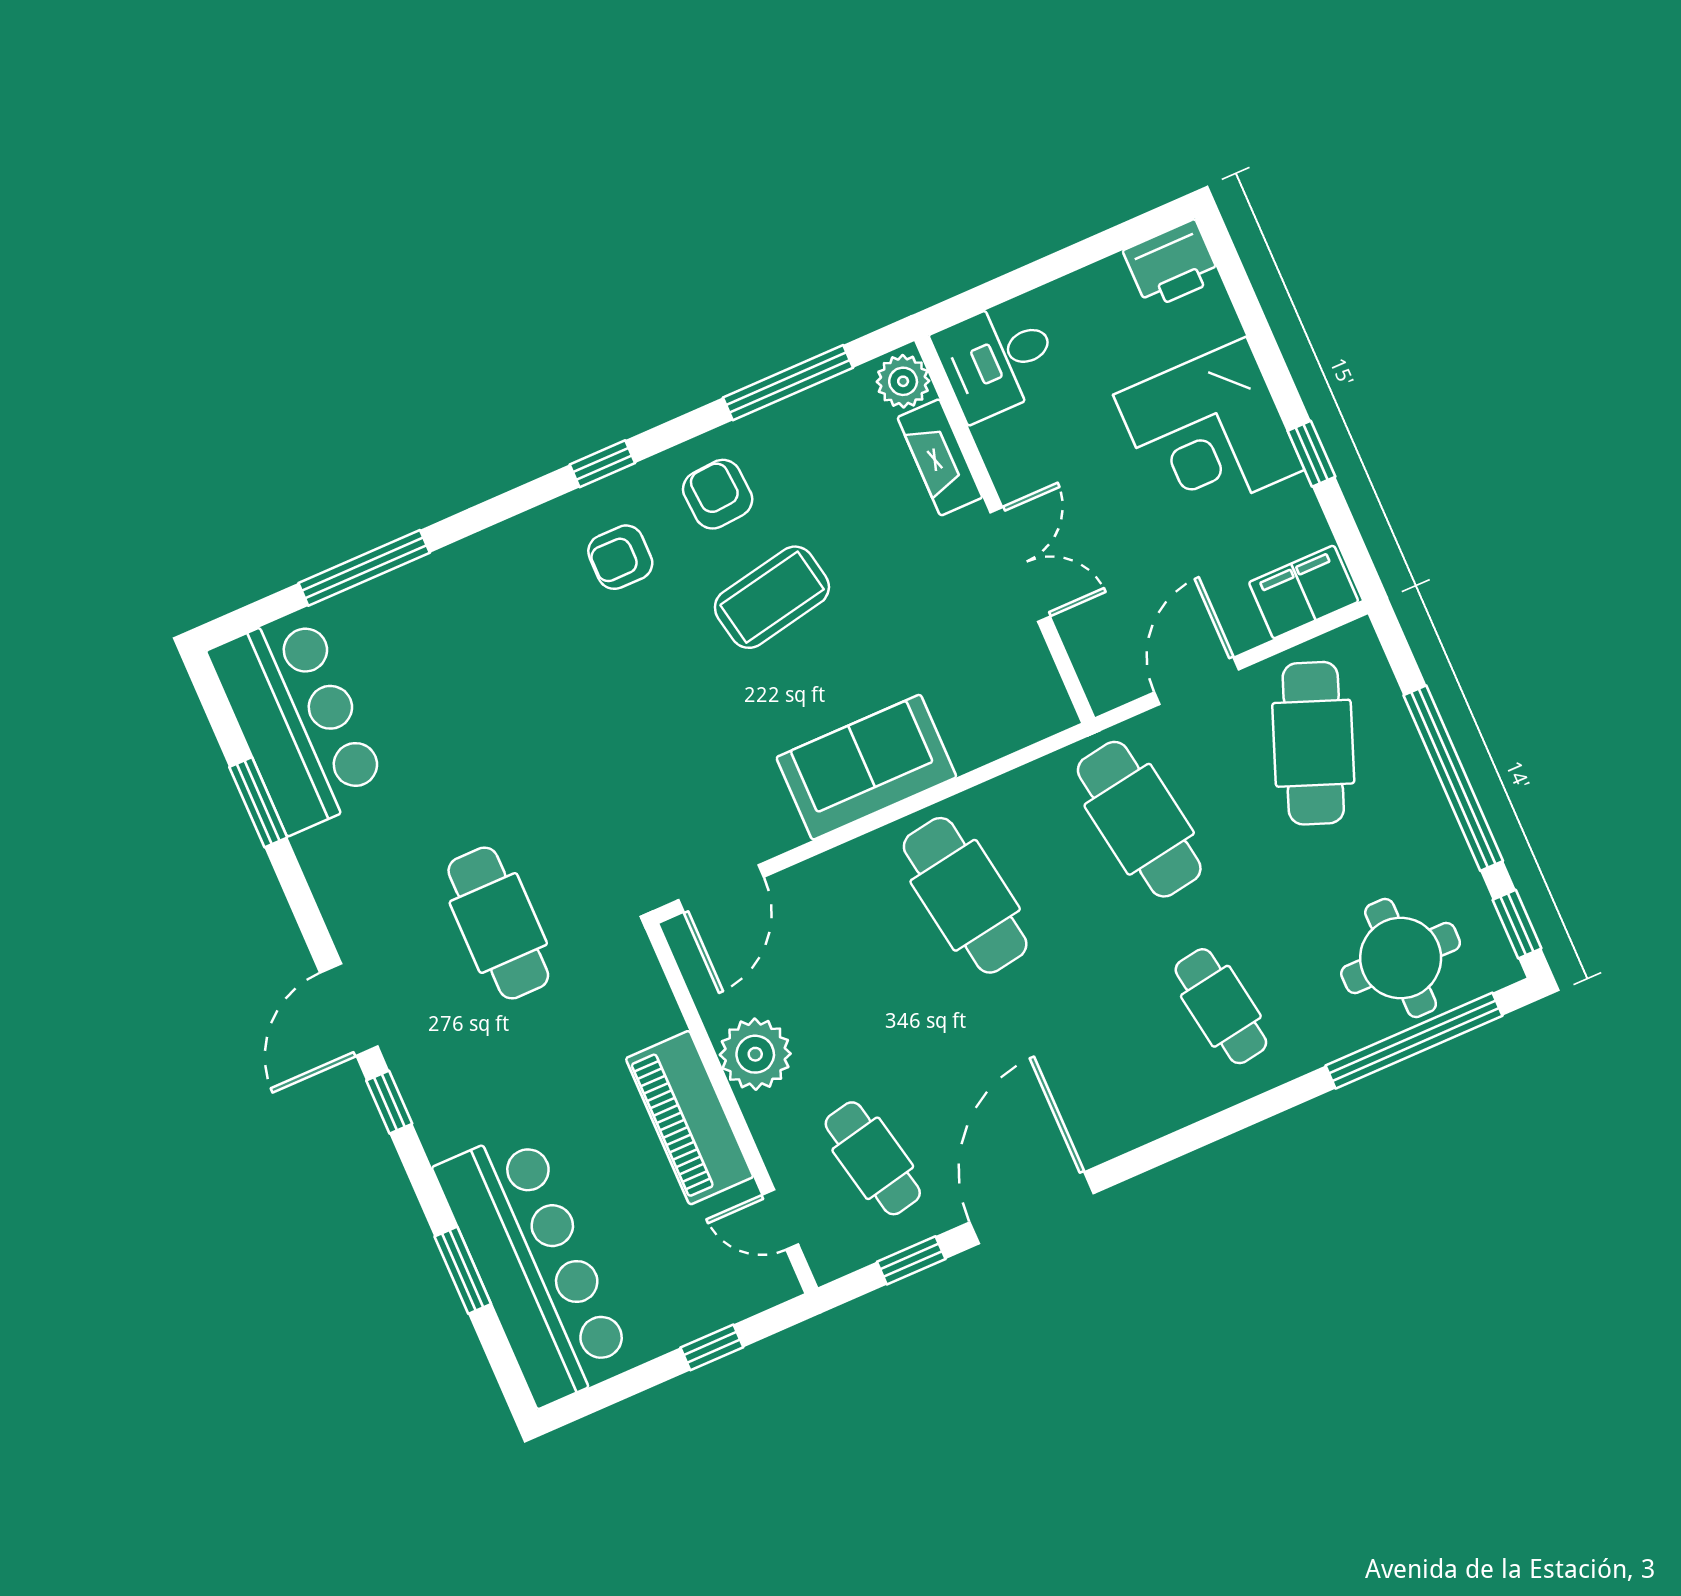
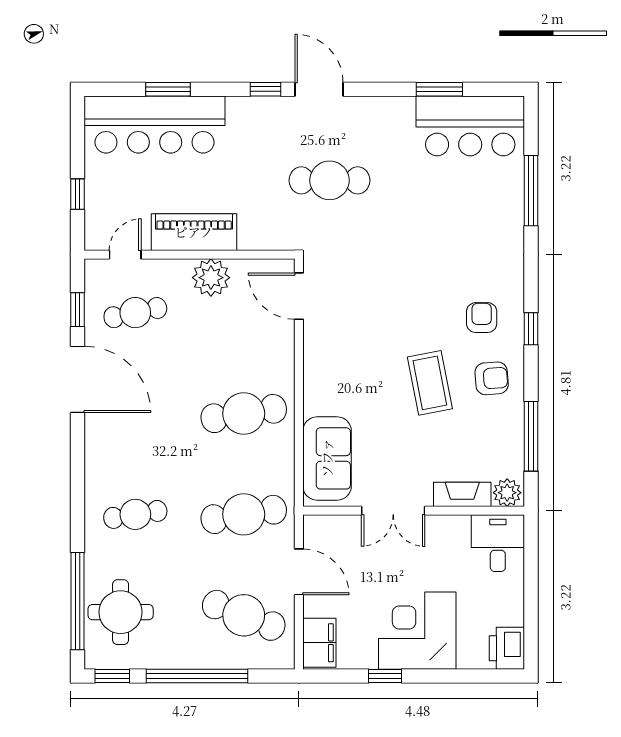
sofa: (866, 767) -> (327, 458), moved

